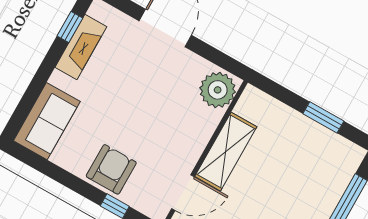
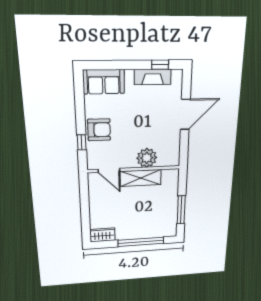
plant: (218, 90) -> (147, 158), moved
window: (323, 117) -> (181, 210), width x1.44

